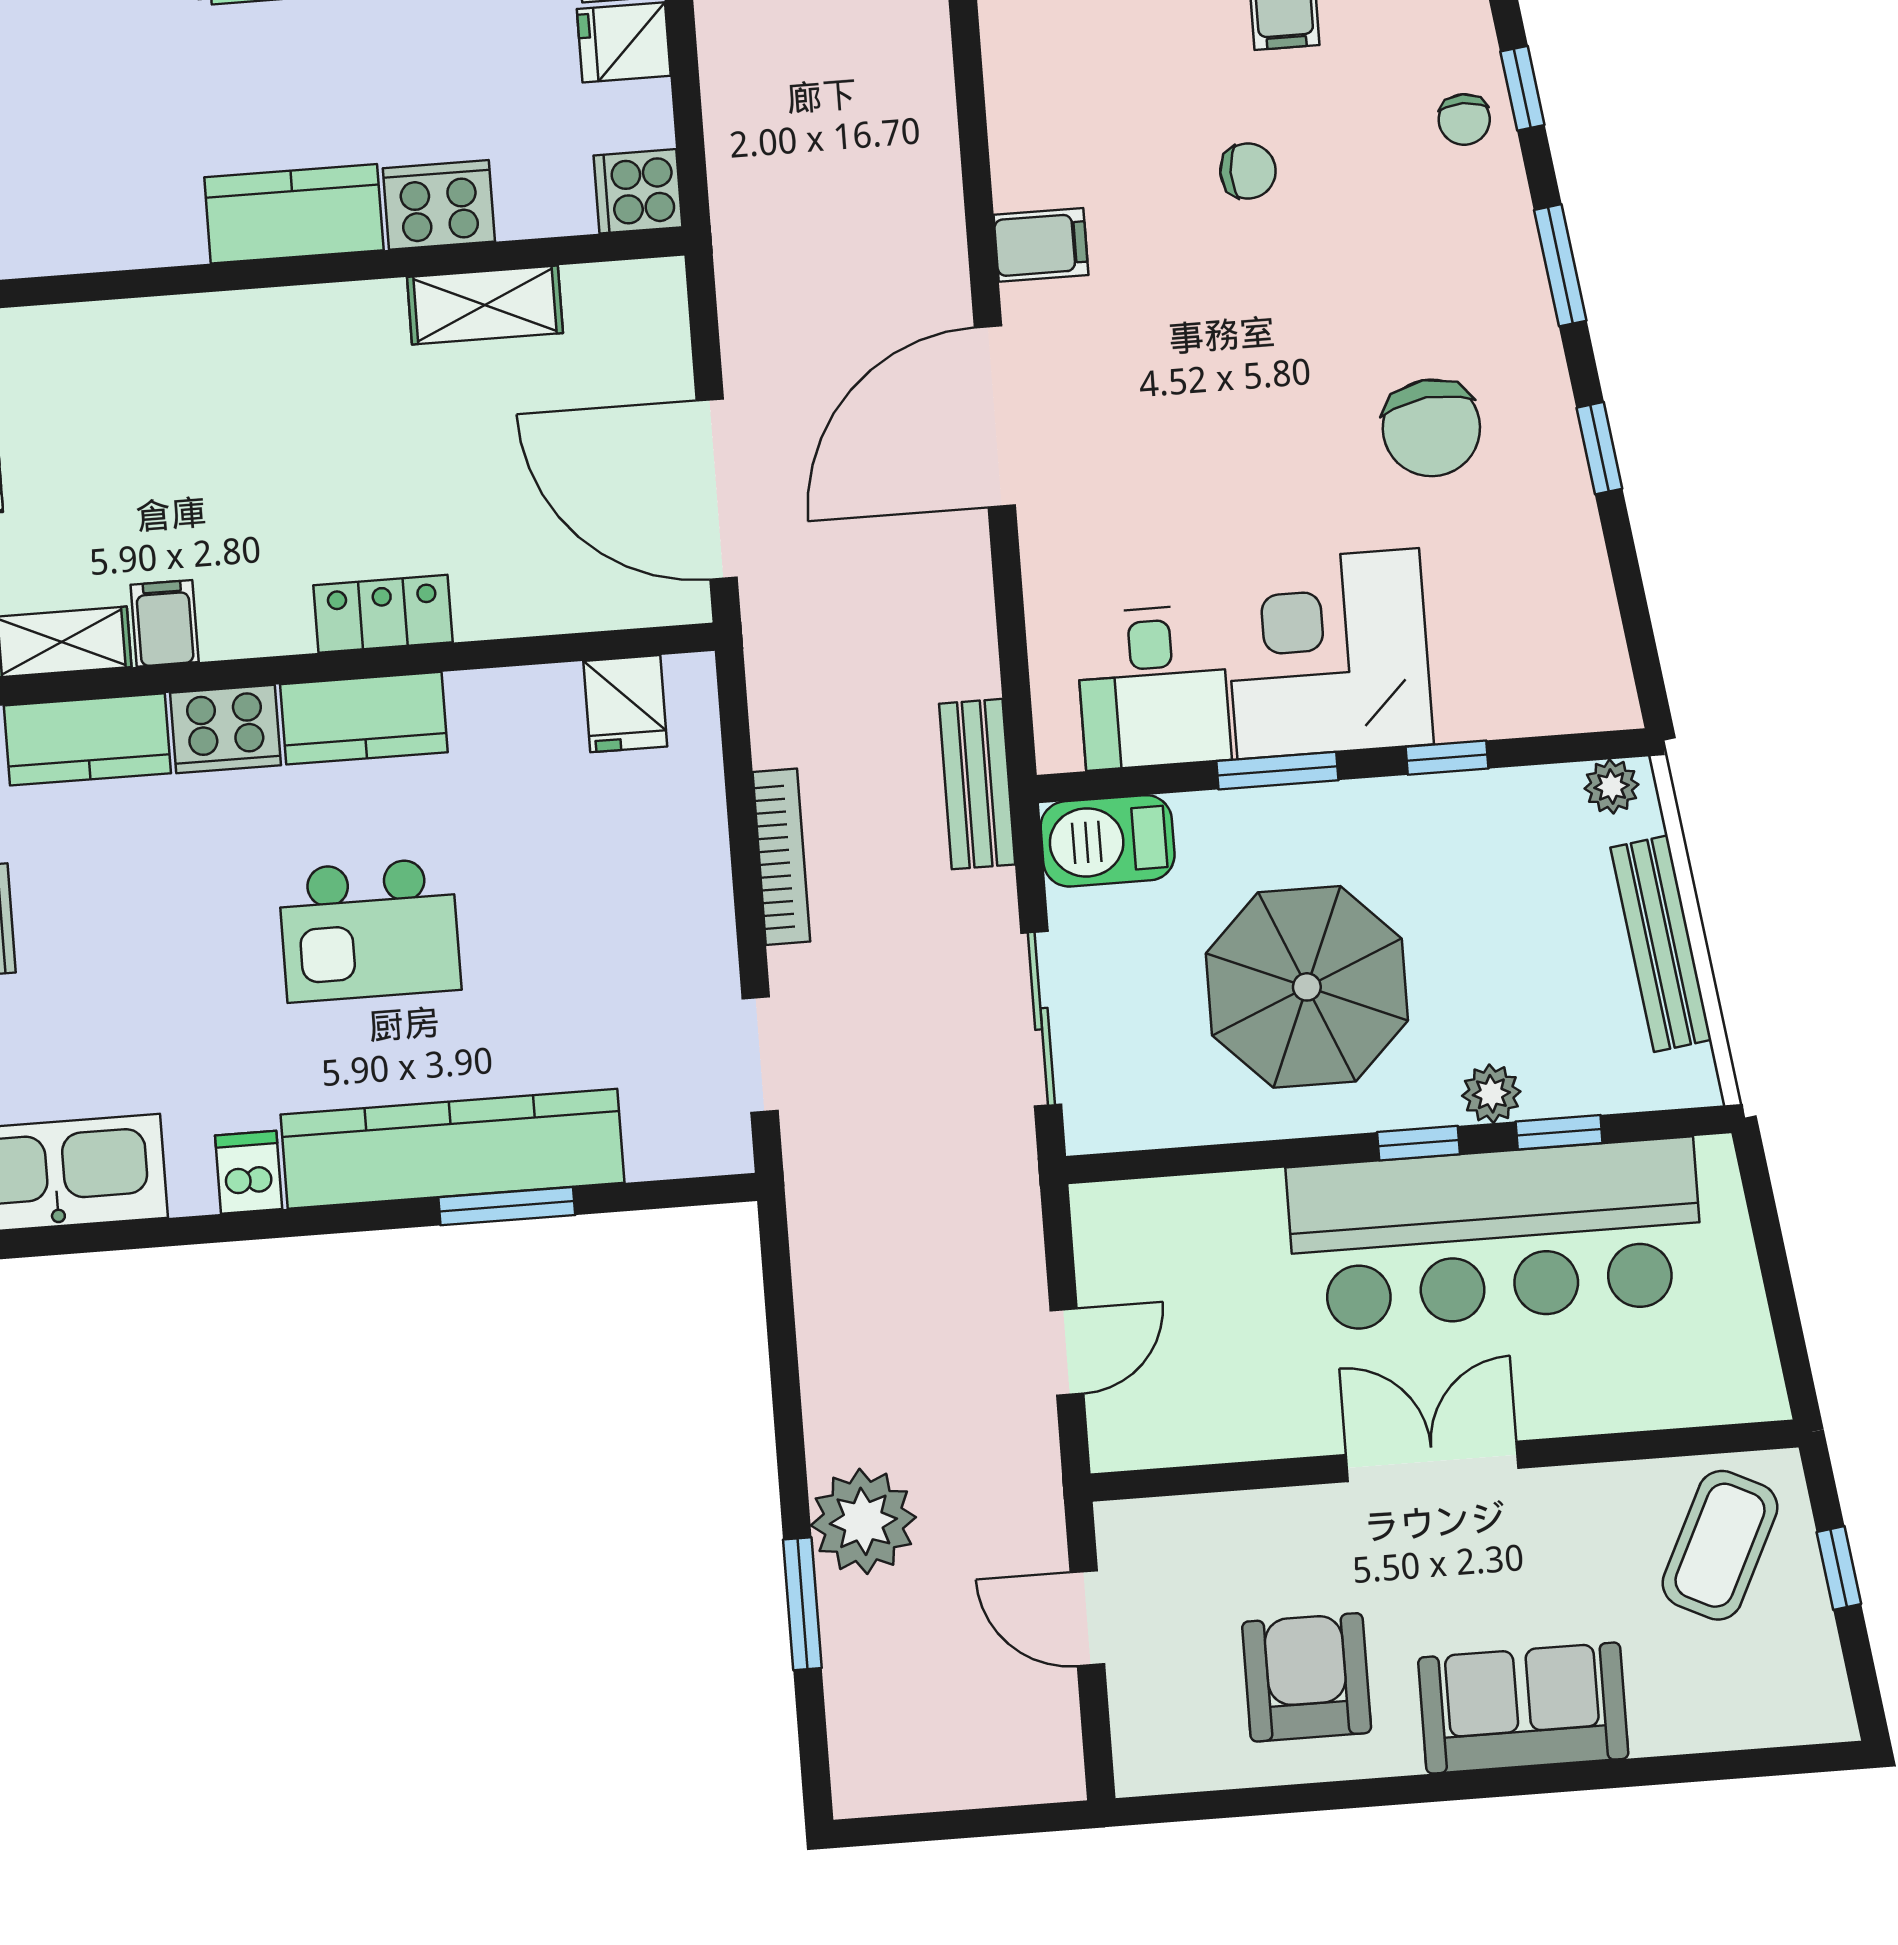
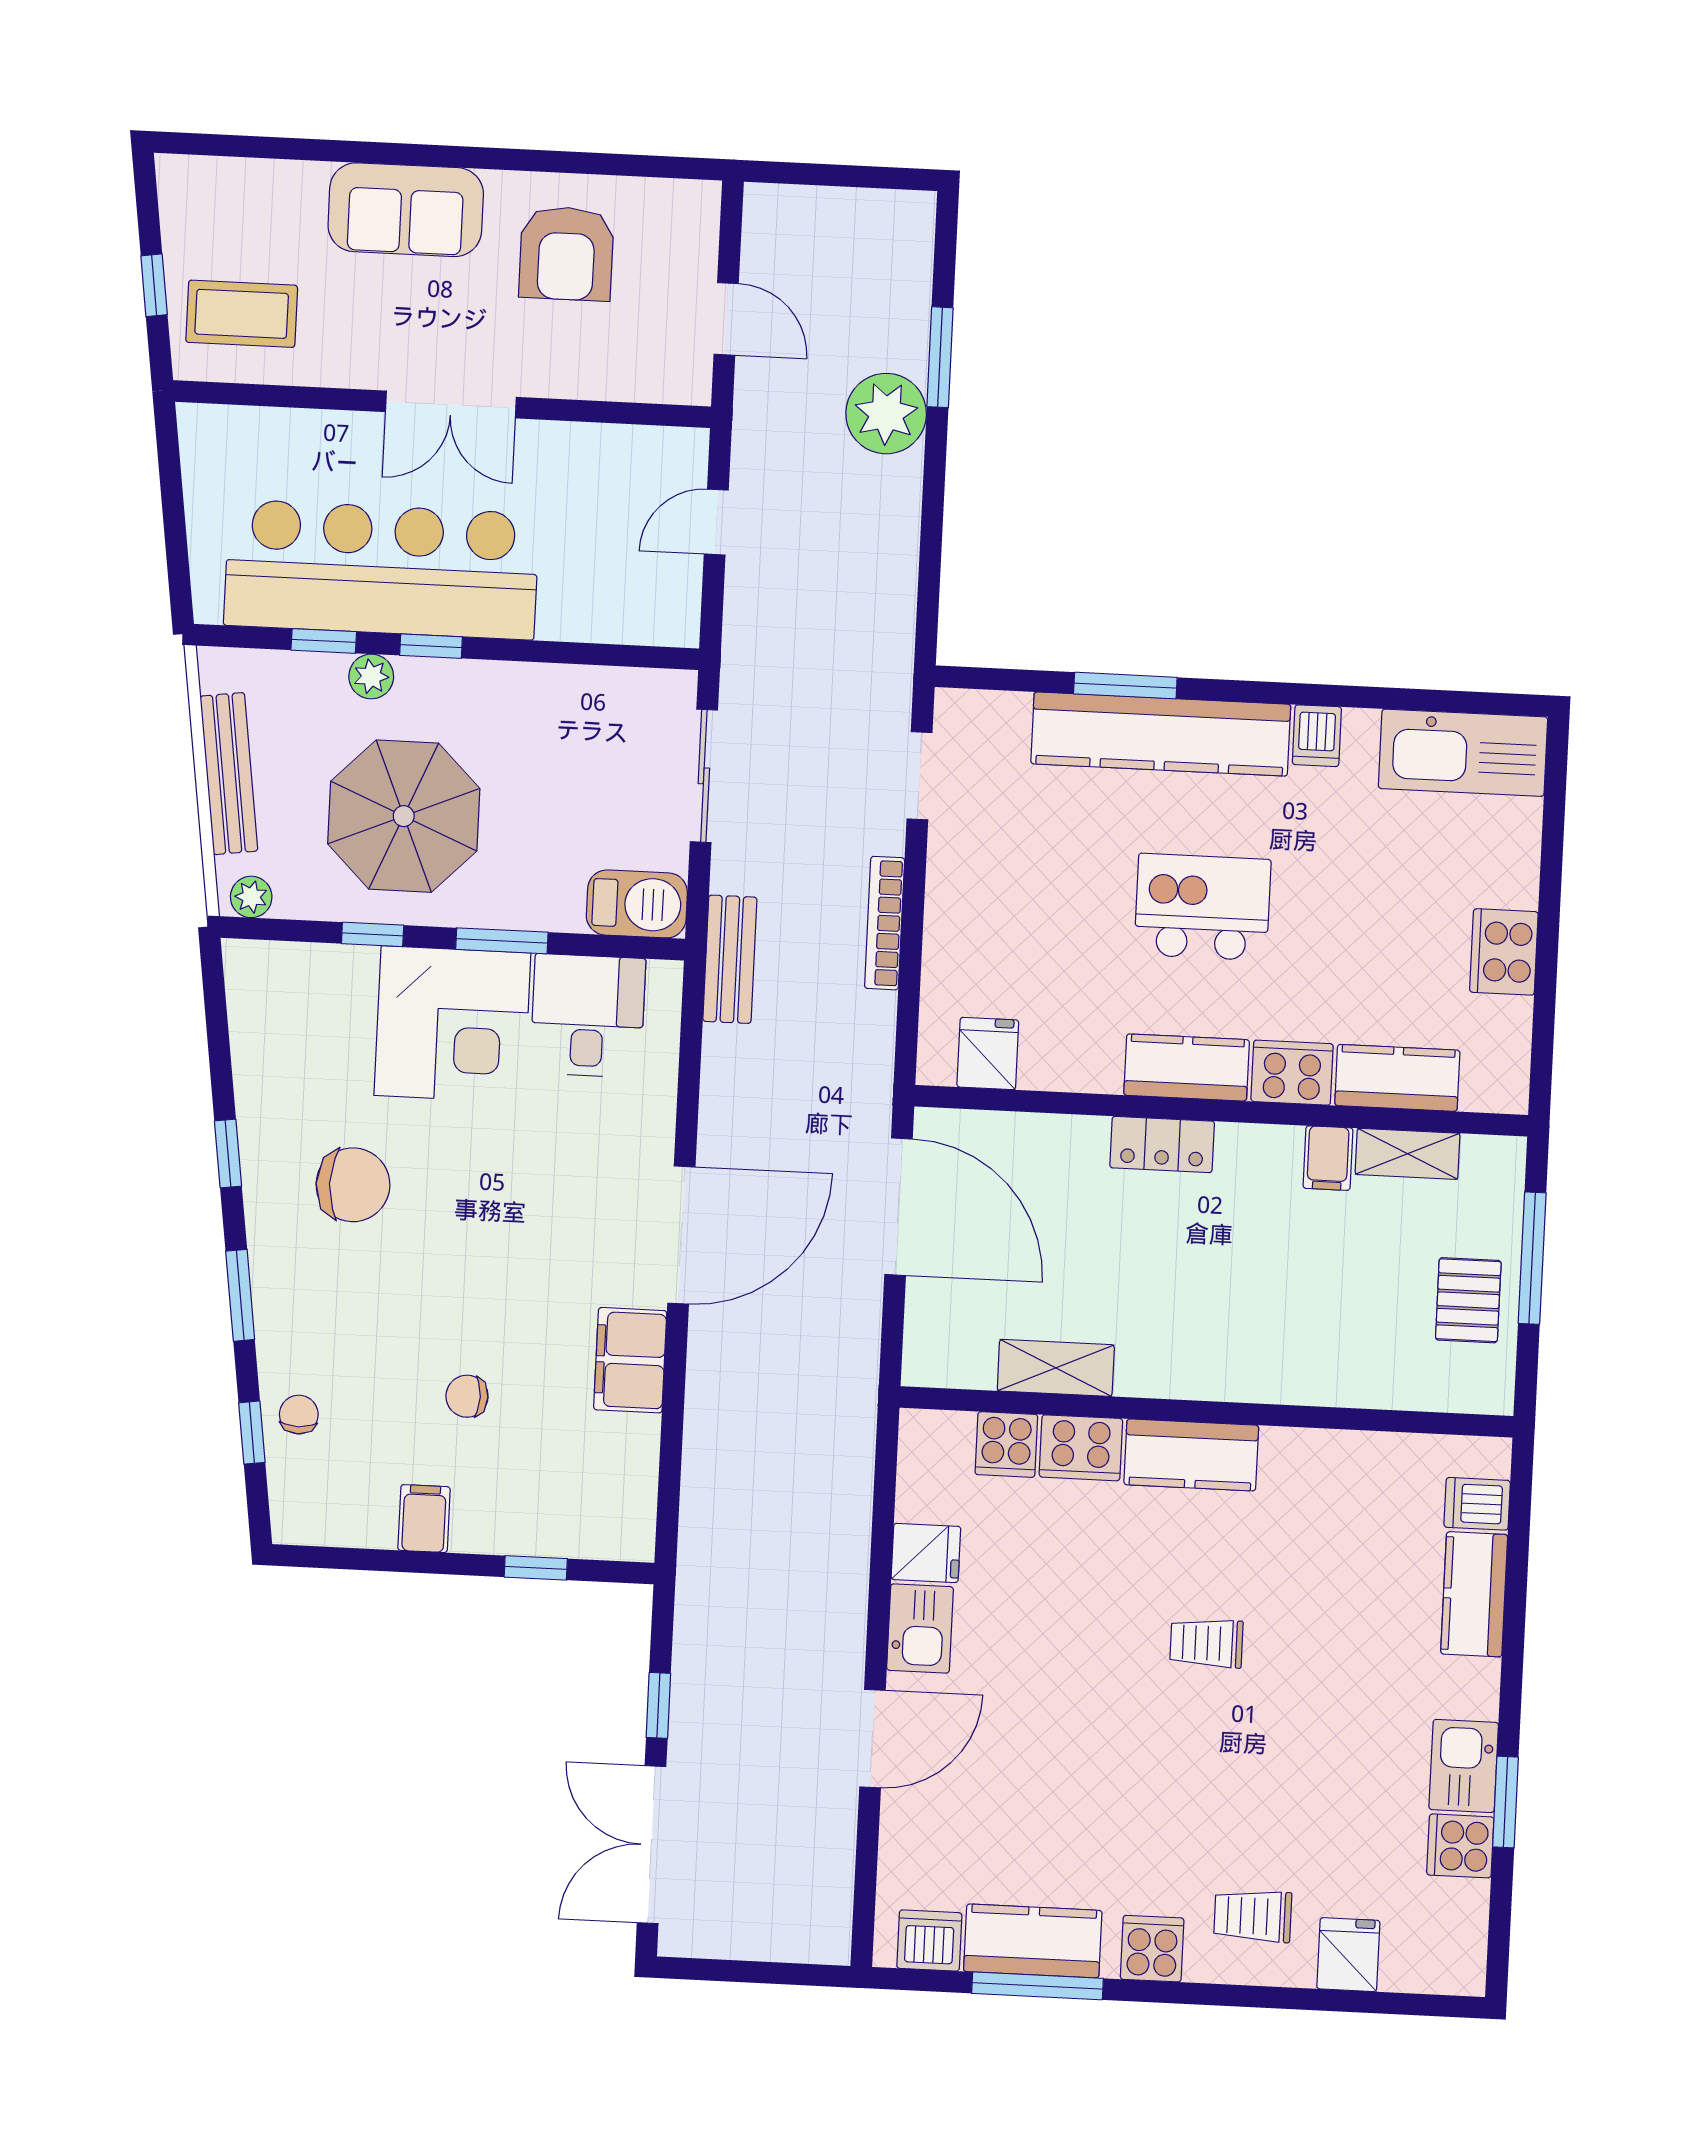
cooker: (638, 191) -> (1006, 1445), moved, turned 90
filing cabinet: (1041, 245) -> (630, 1360), width x2.00
chair: (1431, 428) -> (353, 1185), turned 96
parasol: (1307, 987) -> (404, 816), moved
coffee table: (1720, 1545) -> (242, 314), turned 64

